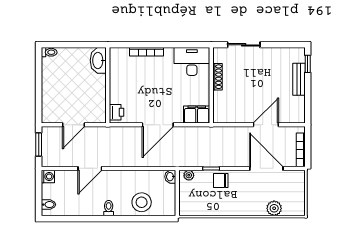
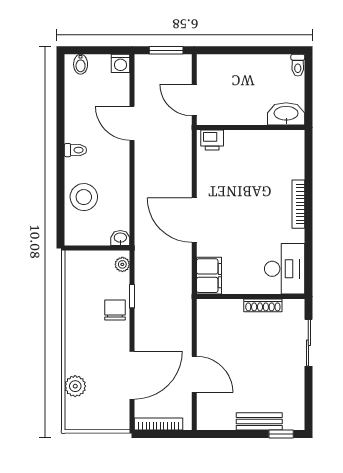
washbasin: (98, 60) -> (286, 114), moved
wall: (108, 85) -> (251, 128), moved
printer: (117, 112) -> (212, 140), moved

